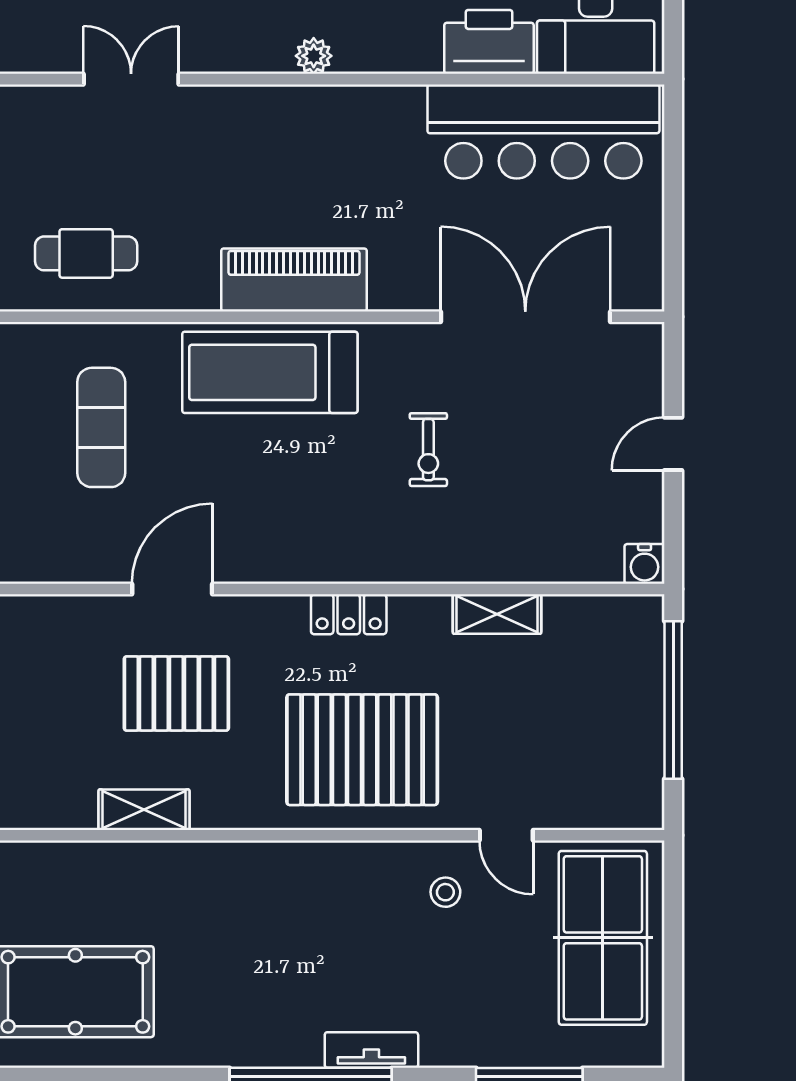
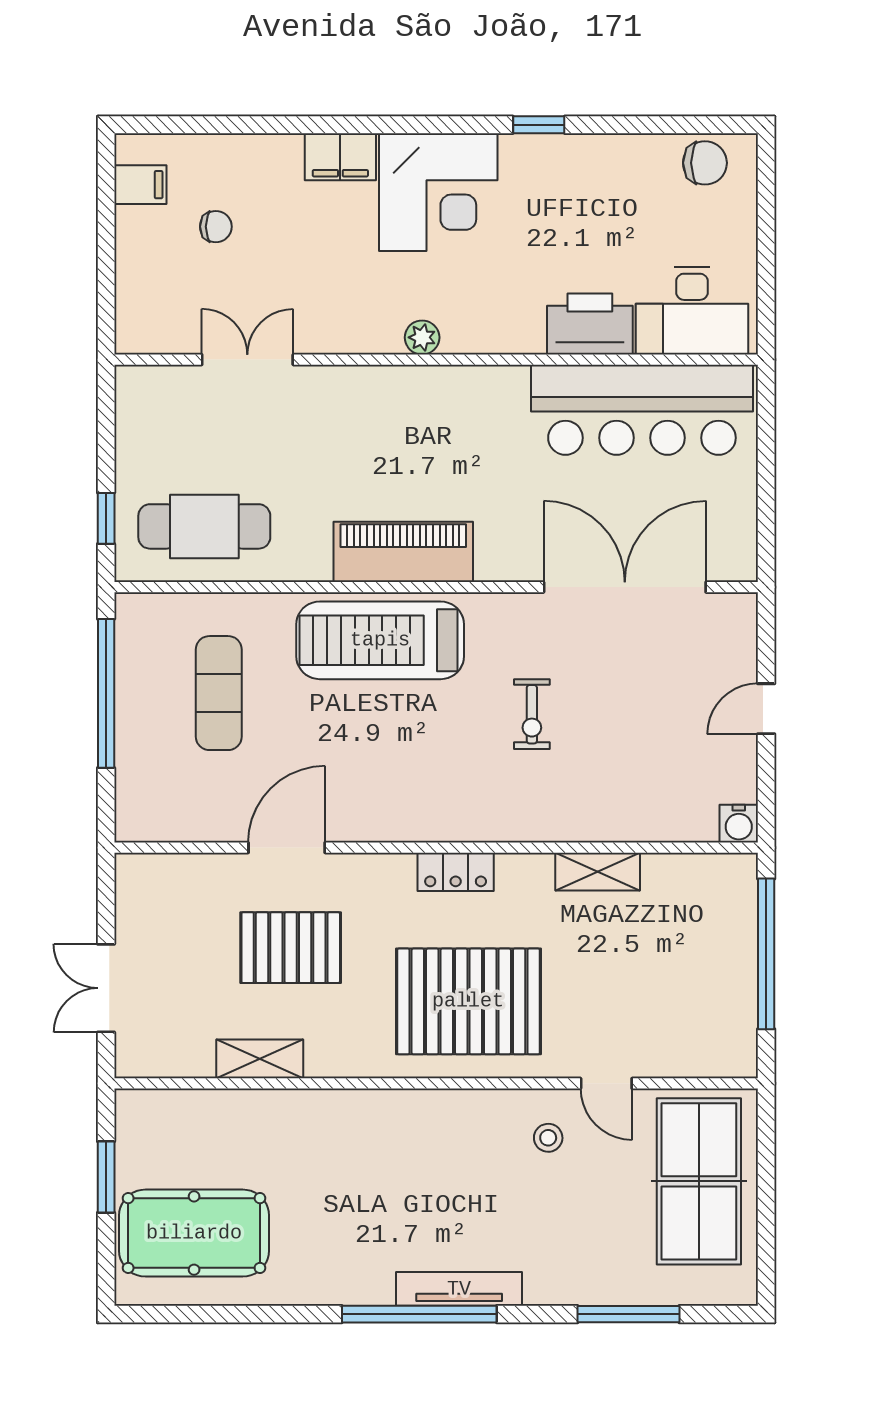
cafe table: (86, 253) -> (204, 526), width x1.37, depth x1.35
tv unit: (371, 1050) -> (459, 1289), width x1.41

